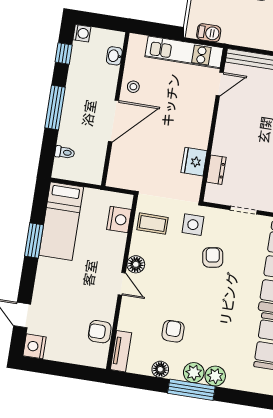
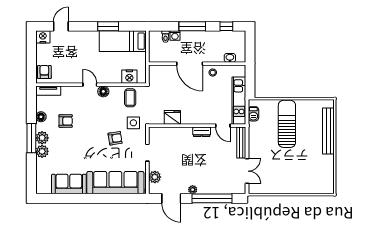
washing machine: (82, 33) -> (175, 36), moved
dresser: (216, 170) -> (202, 132), moved
door: (122, 284) -> (90, 85), swing flipped
armchair: (100, 332) -> (44, 72), moved

